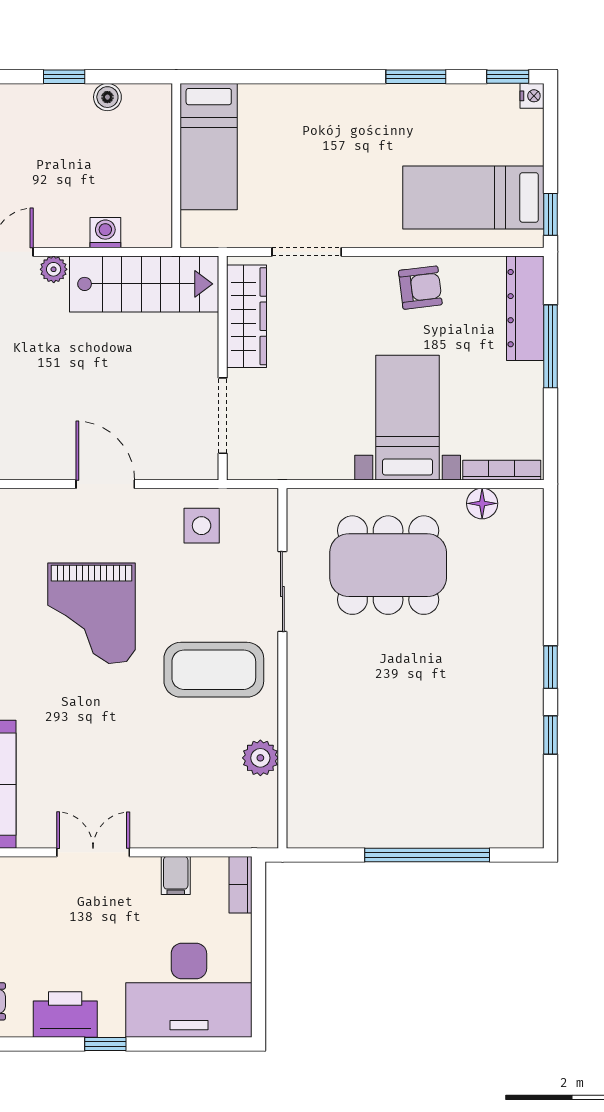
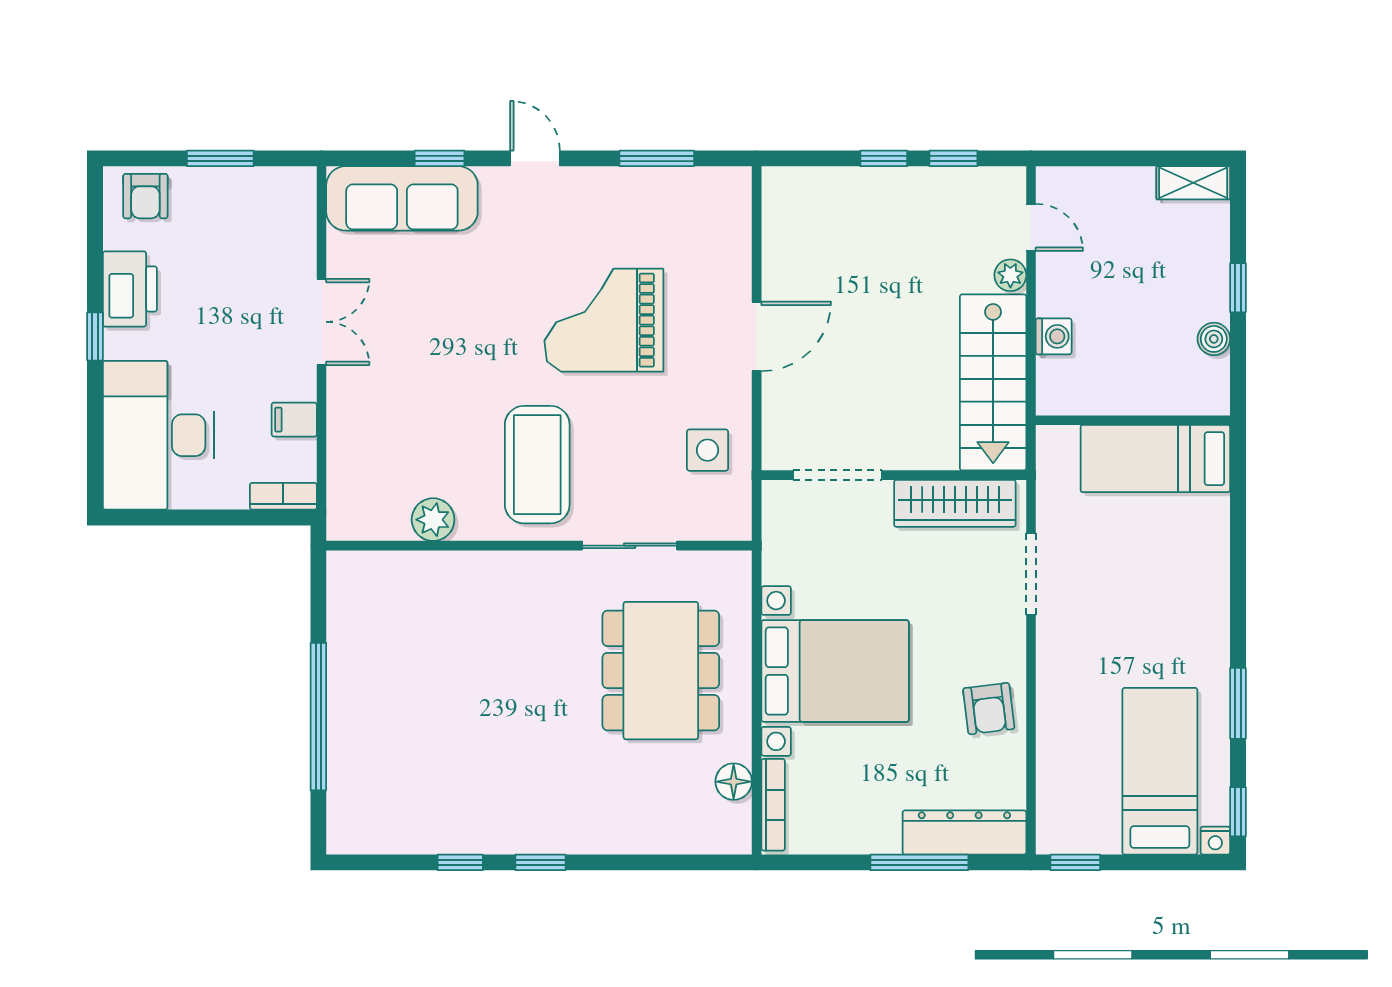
bed: (473, 197) -> (1160, 771), moved
bed with nightstands: (408, 418) -> (835, 671), width x1.36

